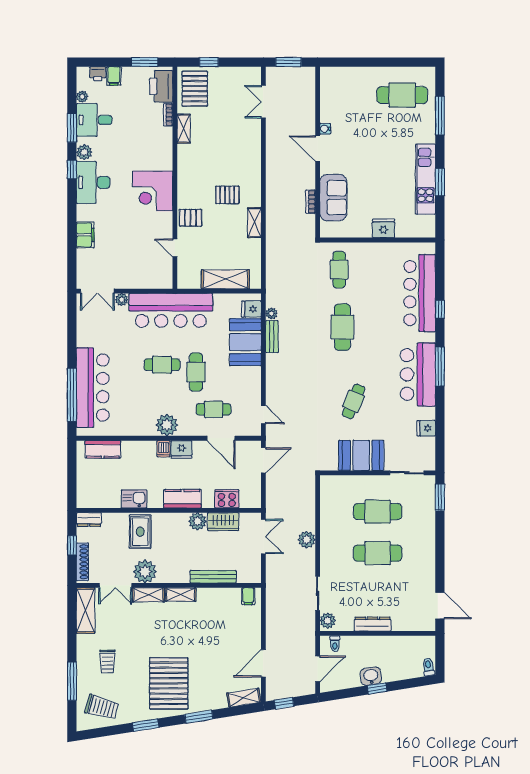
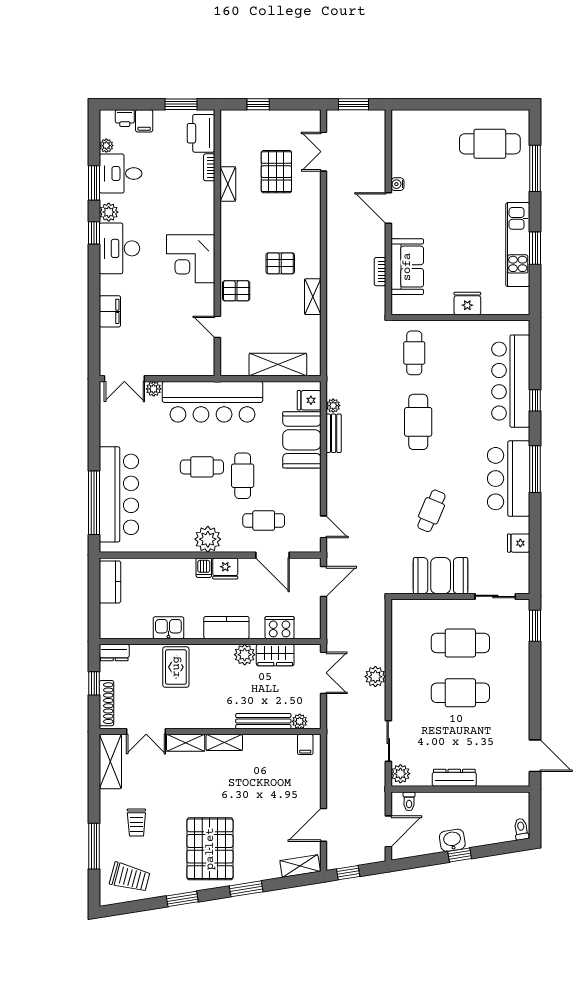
pallet: (195, 89) -> (276, 172), moved
kitchen counter: (103, 449) -> (110, 582), moved, turned -90
plant: (145, 572) -> (300, 721), moved, width x0.53, depth x0.53

